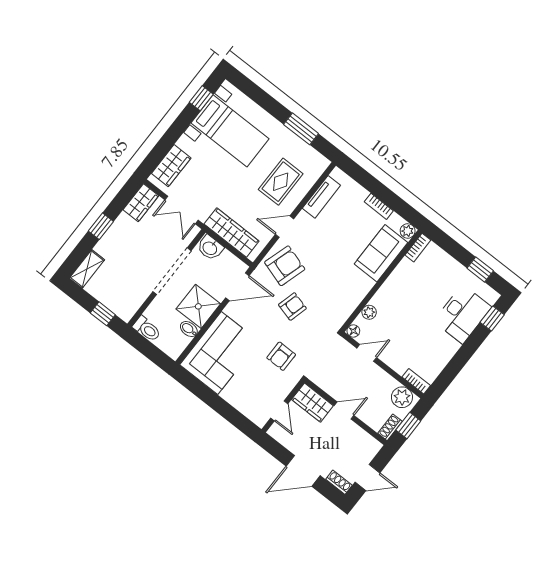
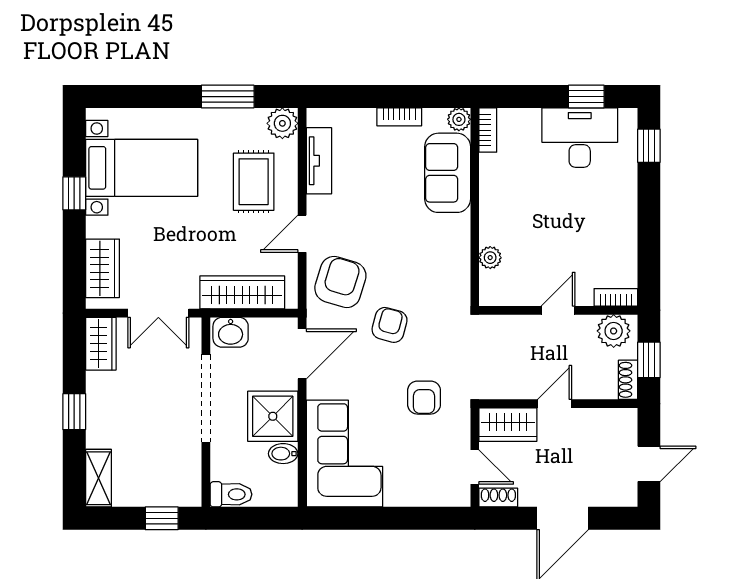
window: (201, 98) -> (74, 193), moved
plant: (318, 164) -> (282, 123), added
desk: (463, 314) -> (580, 138), moved, turned -90
floor lamp: (353, 331) -> (489, 296), removed
door: (367, 353) -> (558, 310), moved
shoe rack: (339, 482) -> (498, 498), moved

